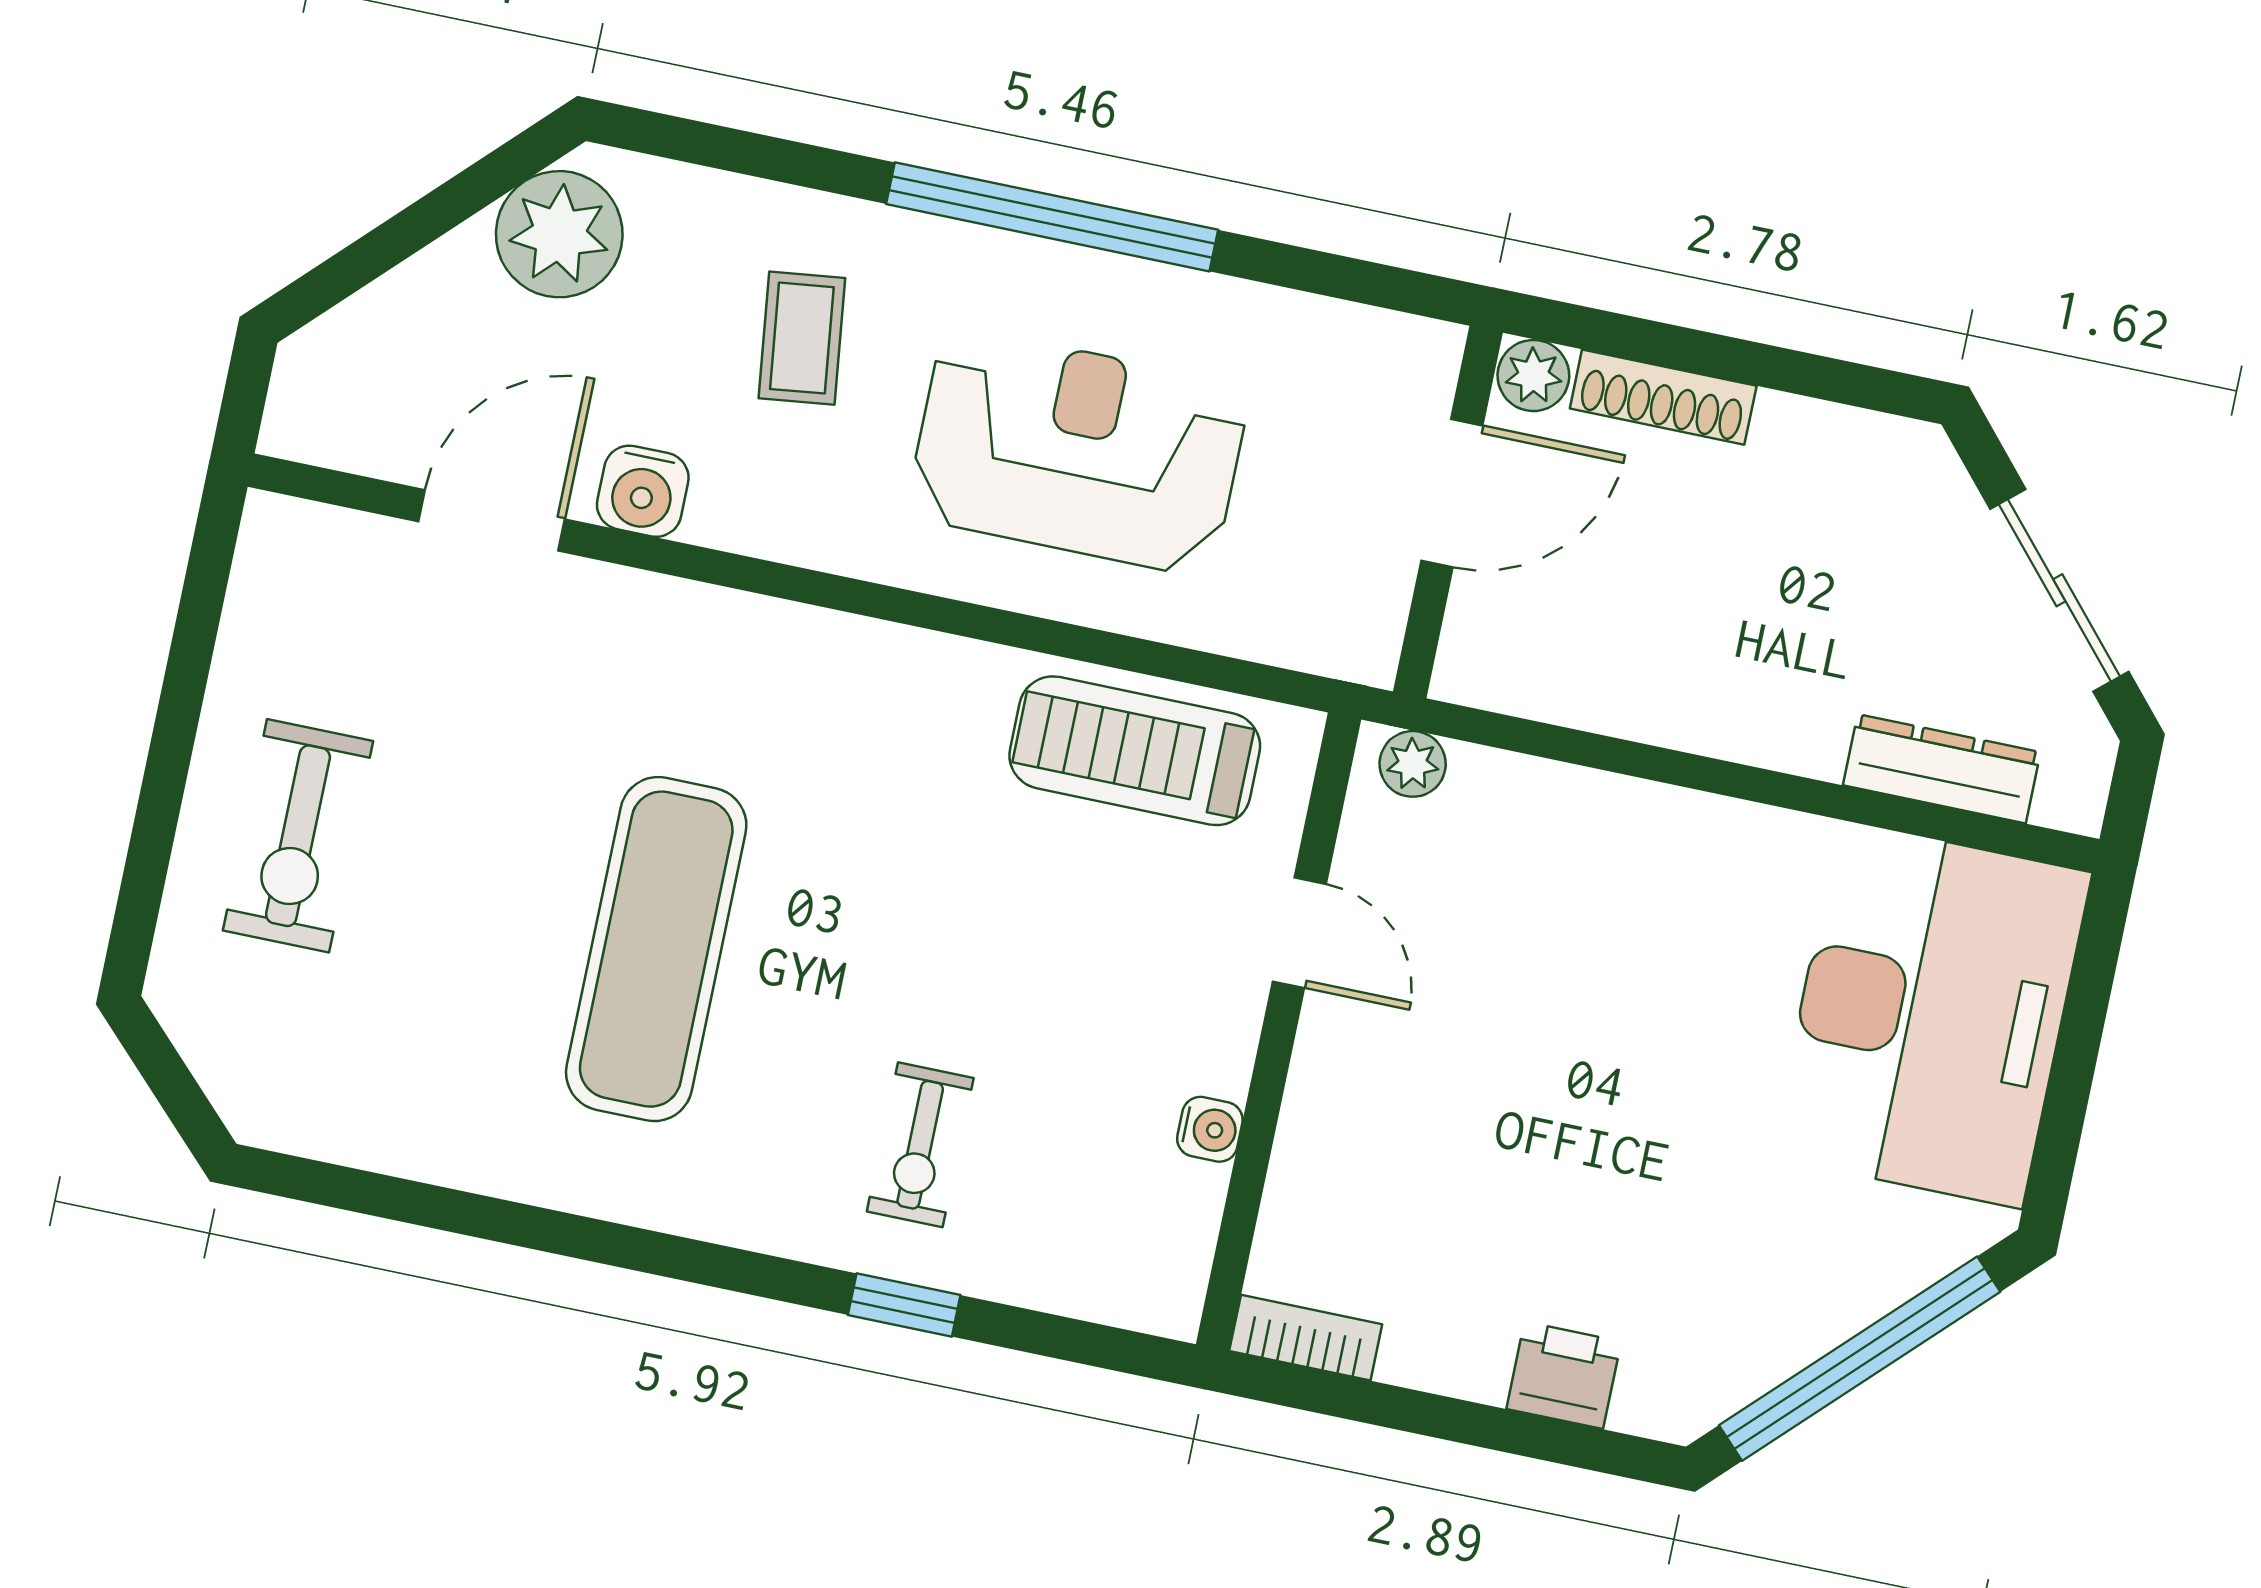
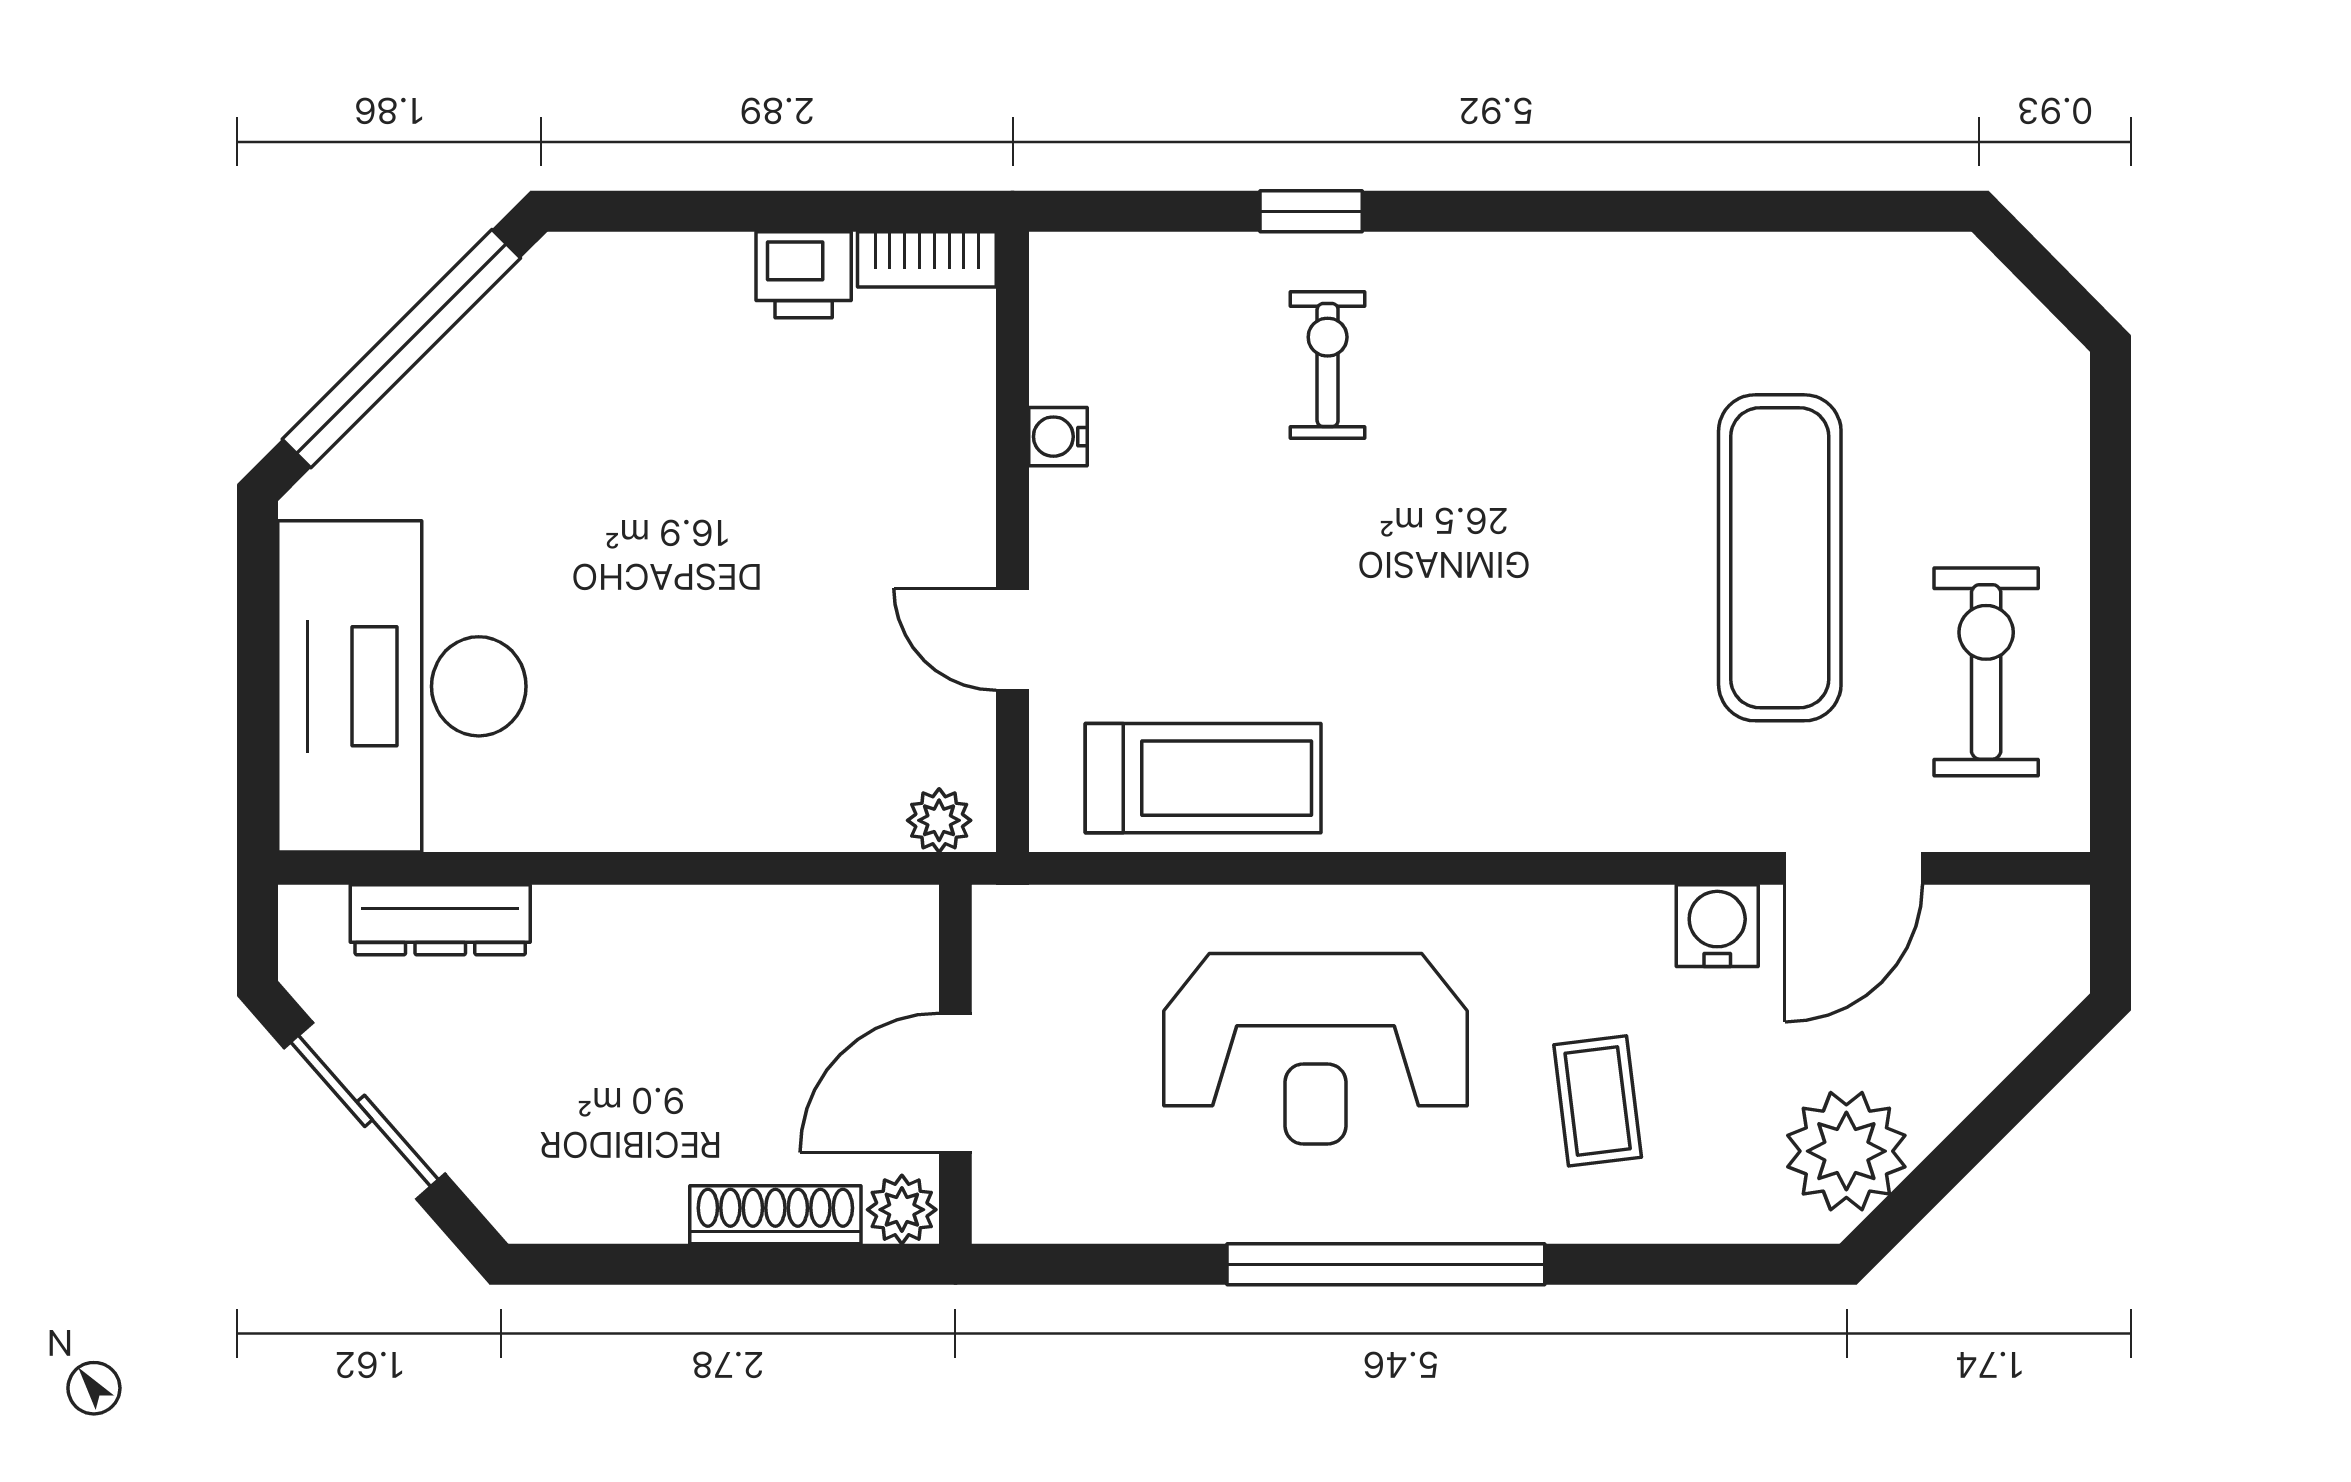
exercise bike: (298, 836) -> (1986, 672), moved
exercise mat: (656, 949) -> (1780, 558), moved
printer: (1564, 1375) -> (804, 275), moved

